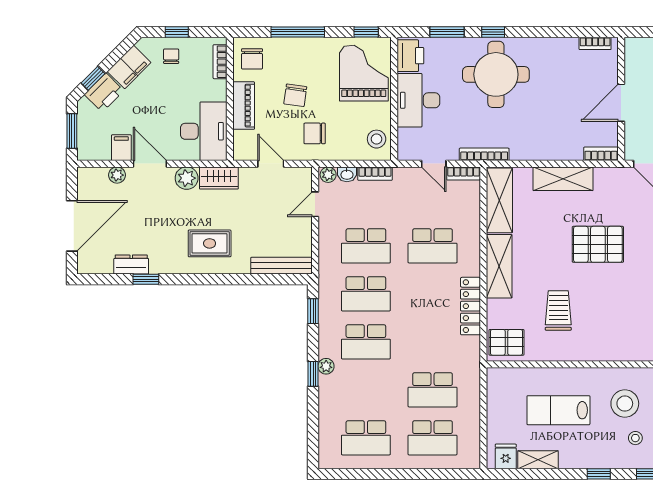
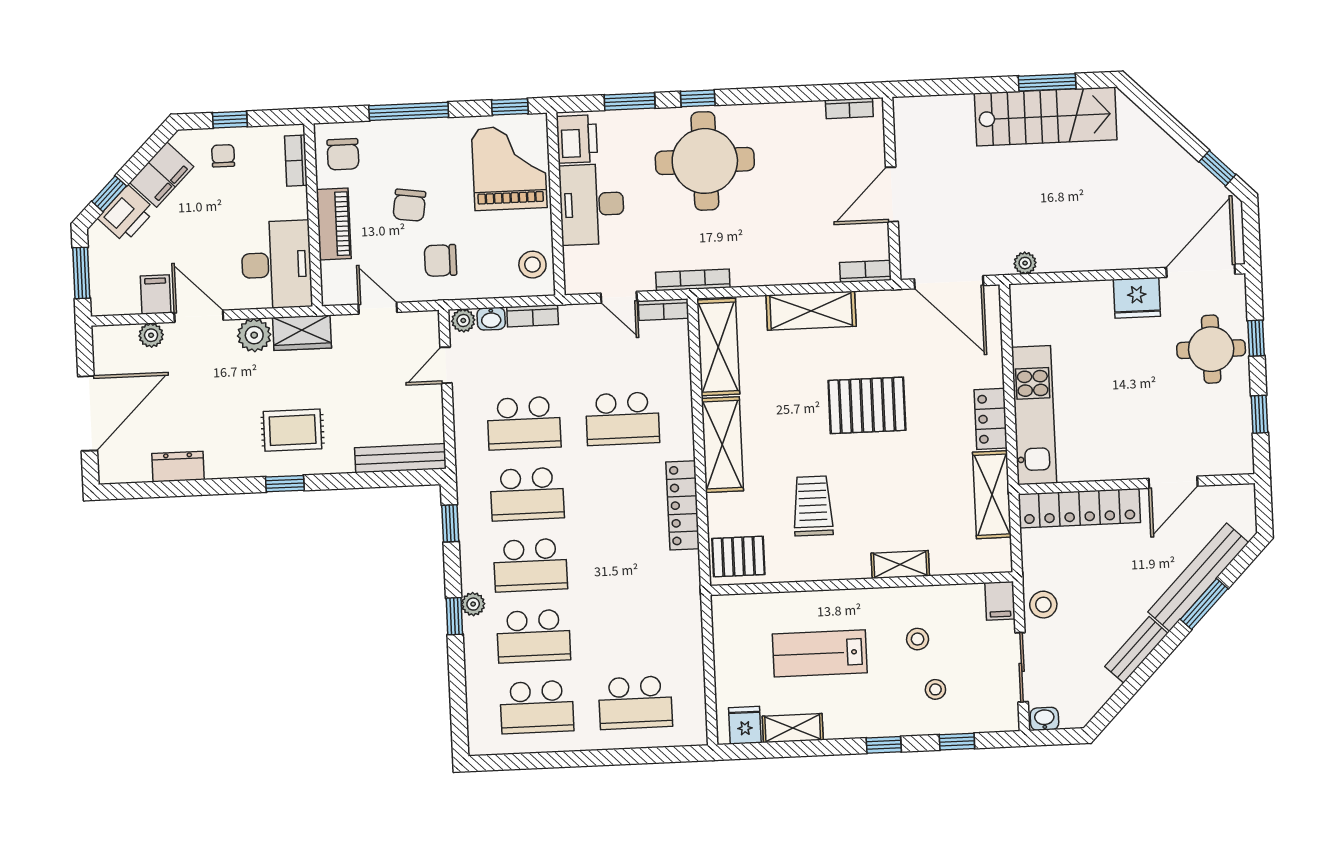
window: (146, 279) -> (285, 484), moved
shelving: (615, 353) -> (900, 565), added
school desk: (433, 390) -> (534, 636), moved
stool: (625, 404) -> (918, 639), width x0.53, depth x0.53

